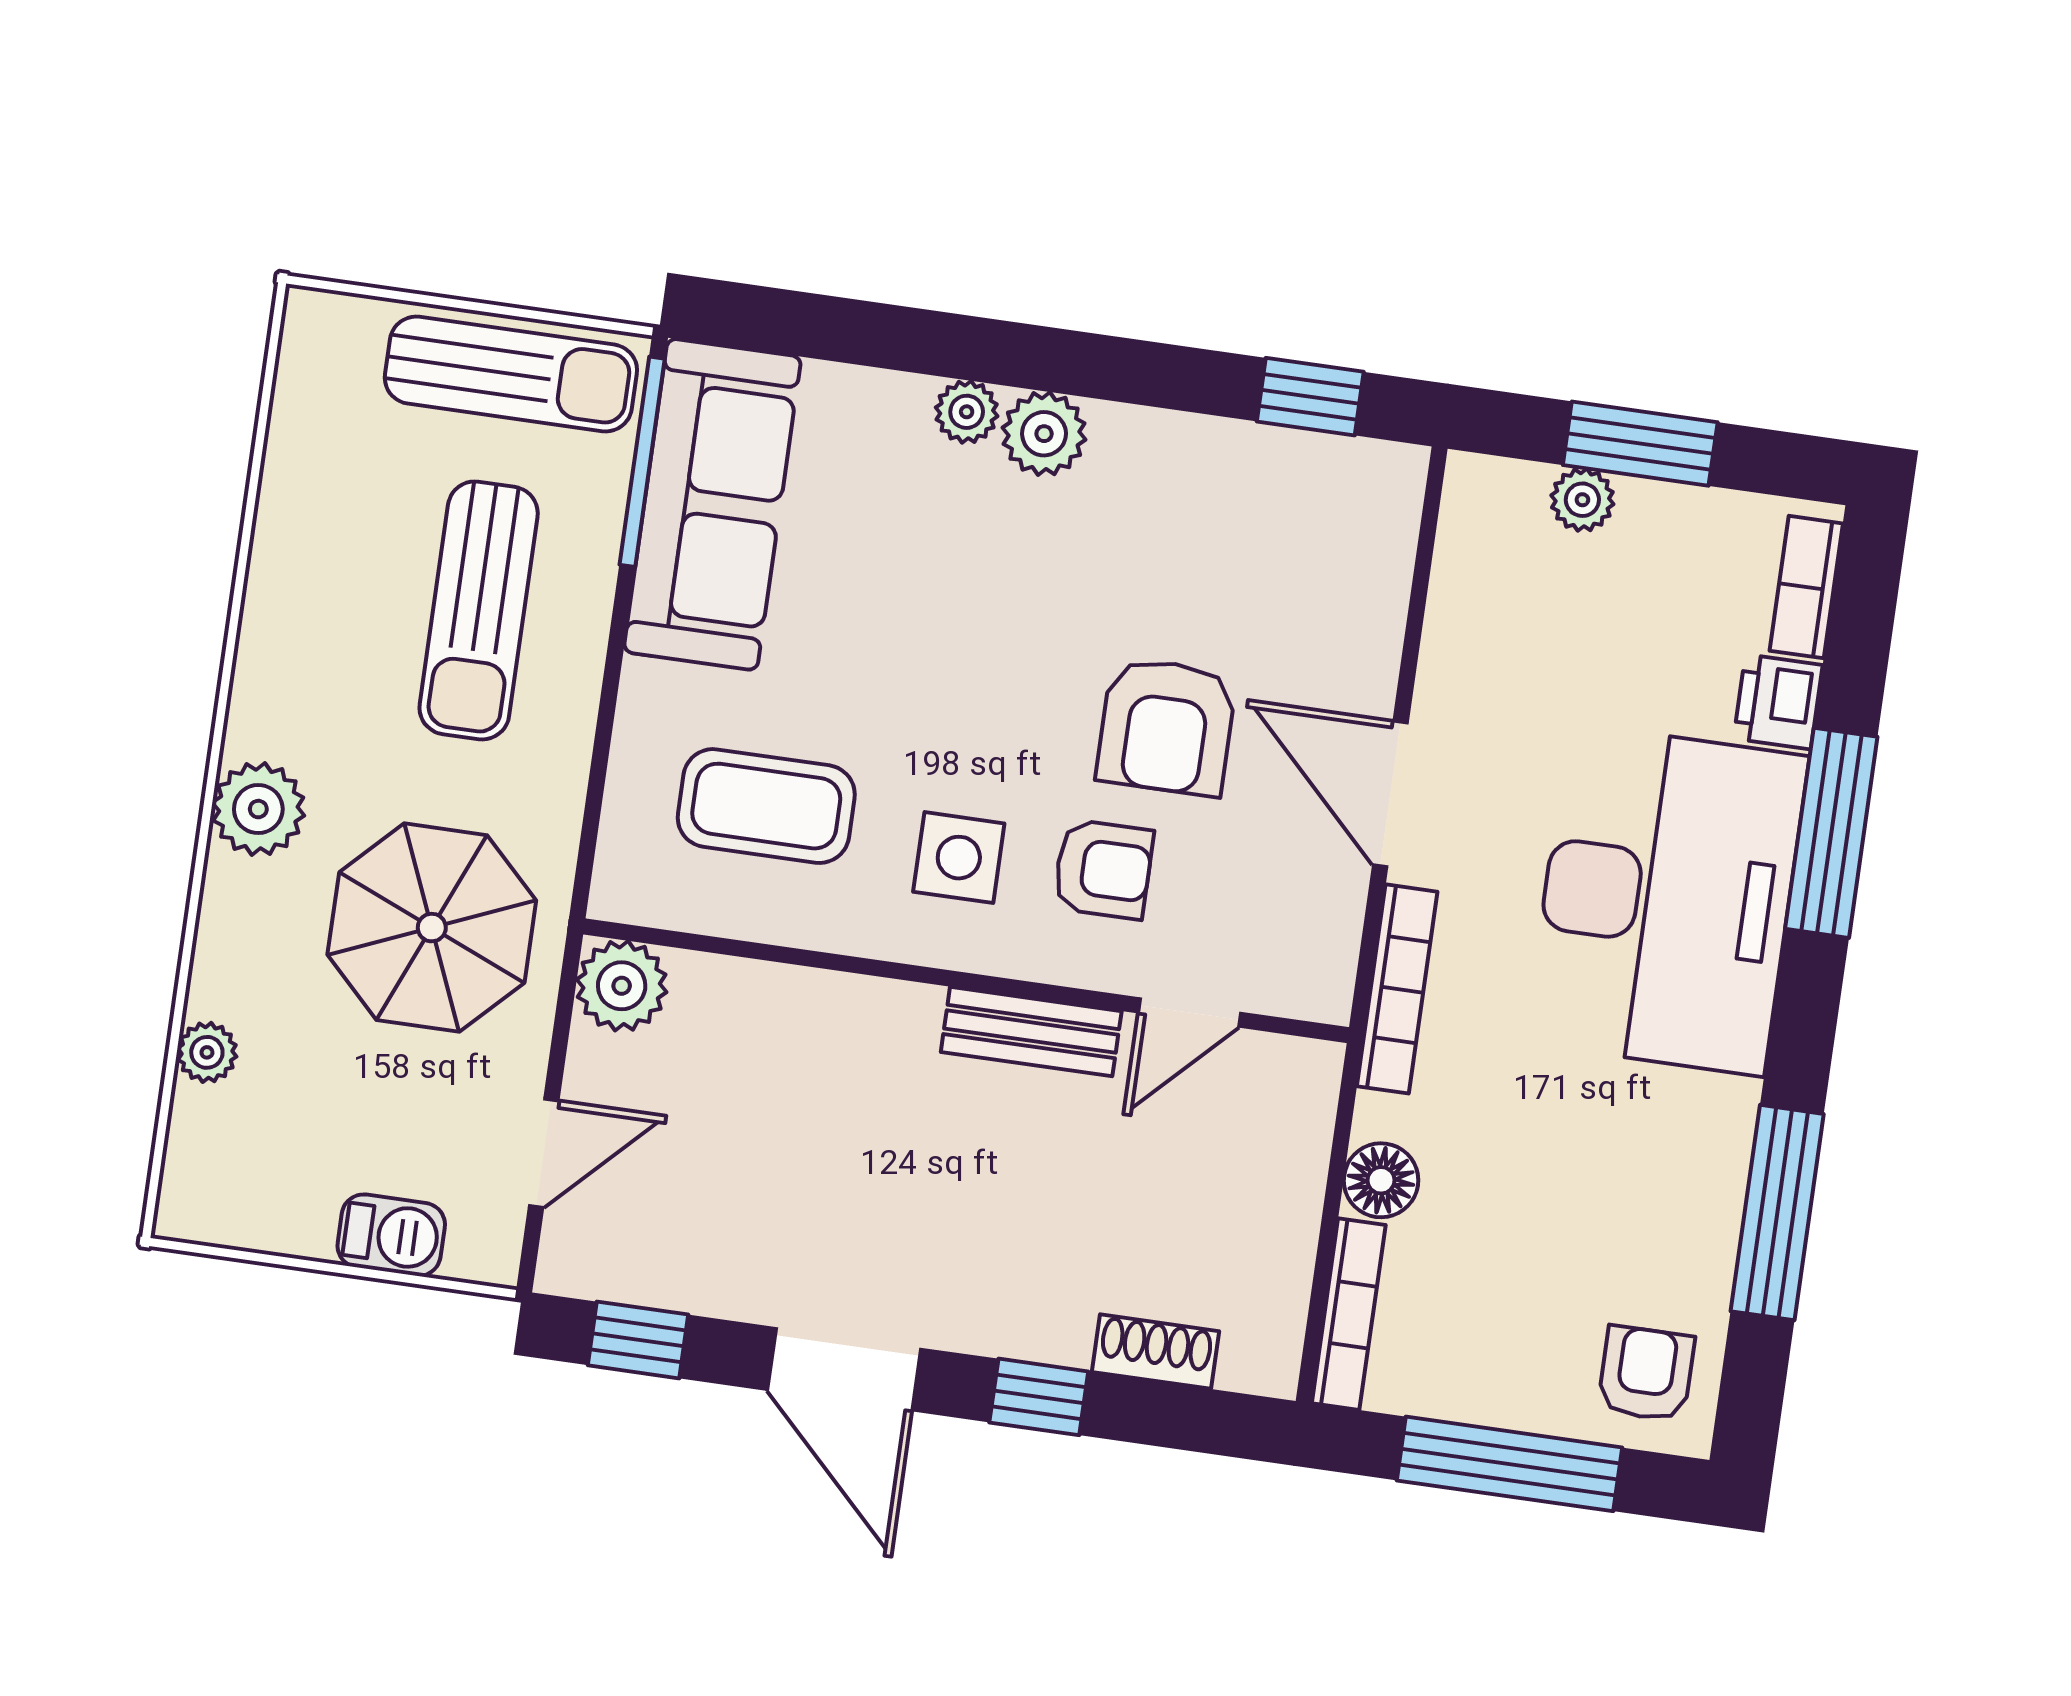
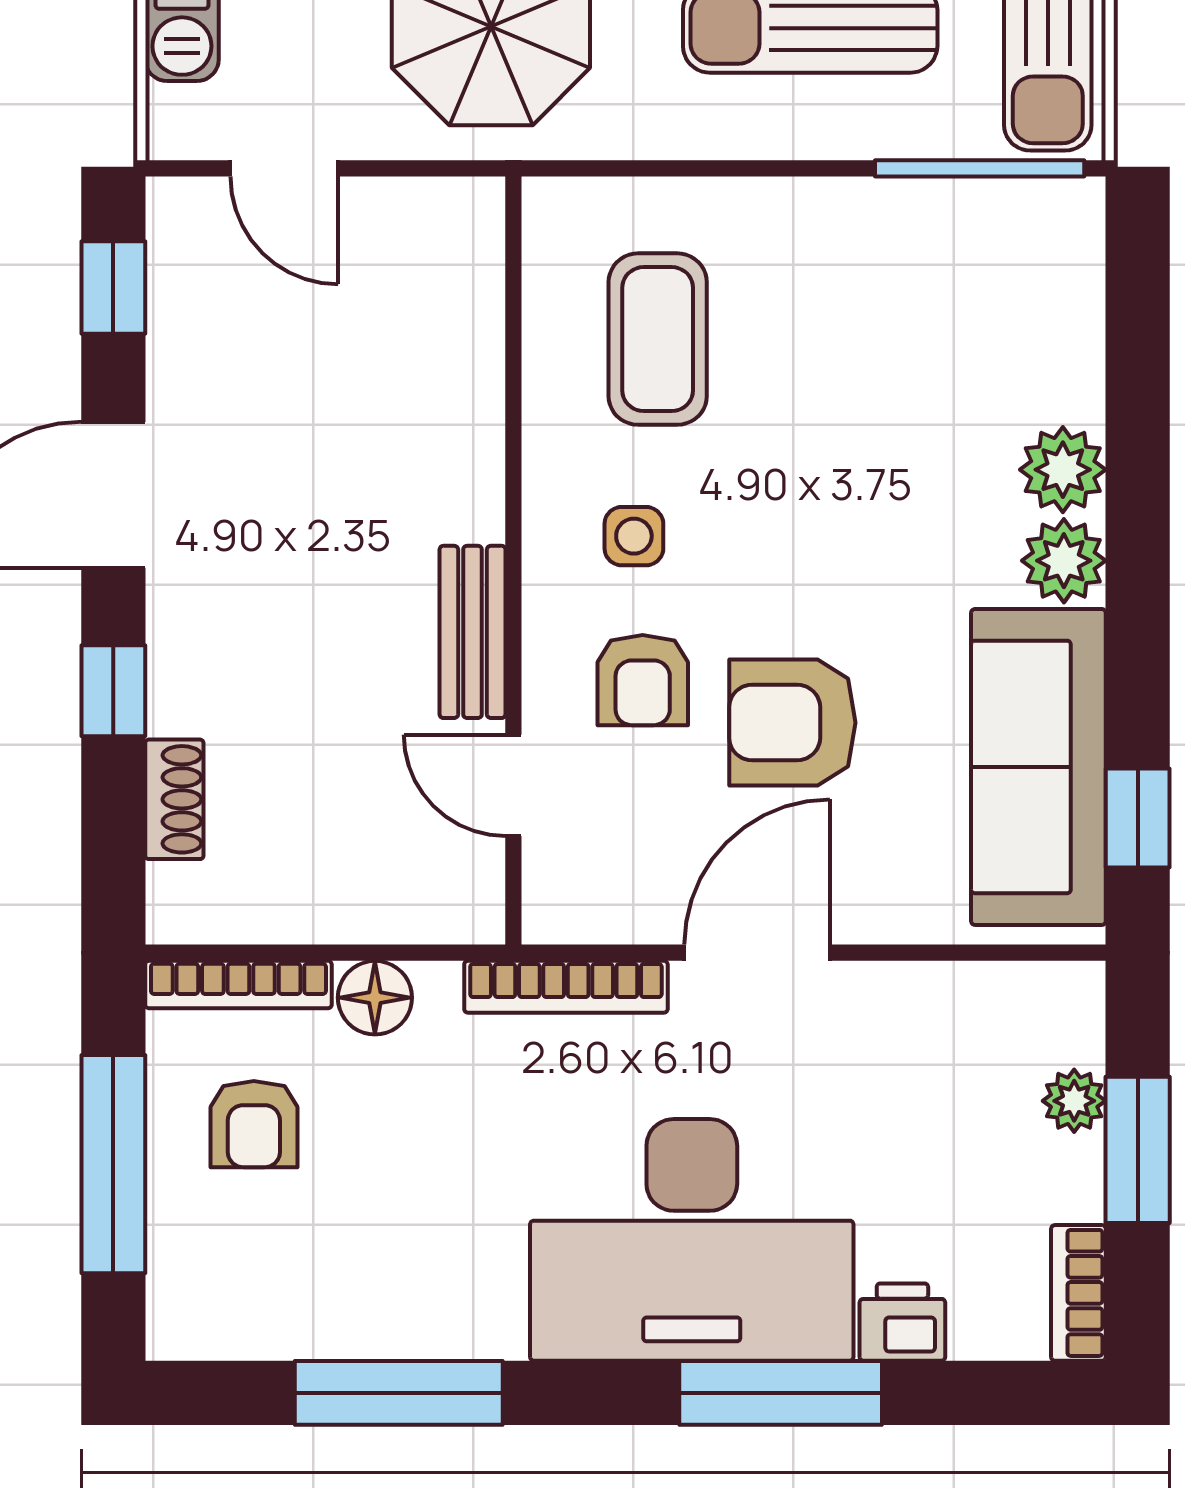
plant: (967, 412) -> (1063, 470), width x1.38, depth x1.38
sofa: (712, 504) -> (1038, 767), moved, turned 90
bookcase: (1806, 587) -> (1078, 1293), moved, turned -90
side table: (959, 858) -> (634, 536), width x0.73, depth x0.73
plant: (622, 986) -> (460, 222), removed
armchair: (1646, 1374) -> (254, 1124), moved, turned 90

